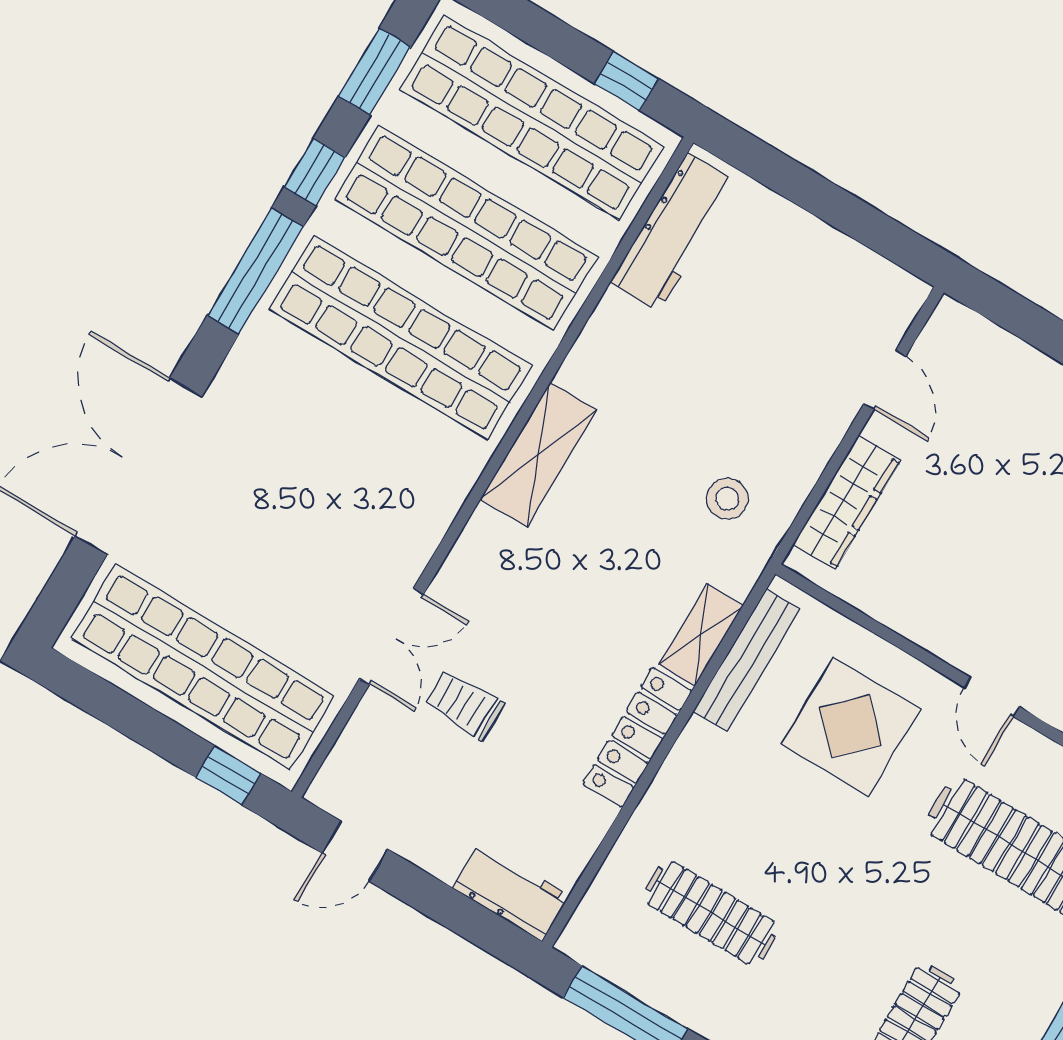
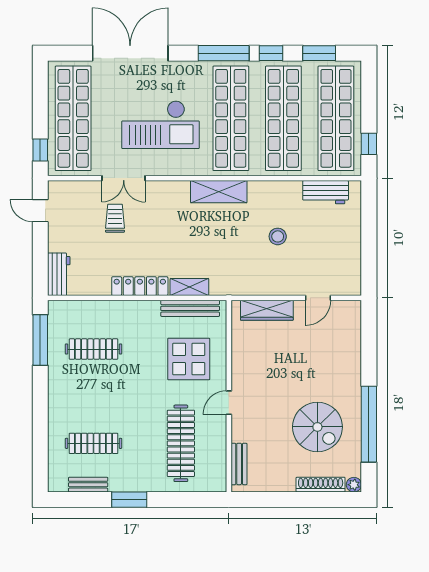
workbench: (673, 232) -> (326, 192), width x0.73
checkout: (326, 492) -> (160, 125), added
stool: (727, 499) -> (278, 236), moved
clothes rail: (711, 913) -> (94, 349), turned 90

